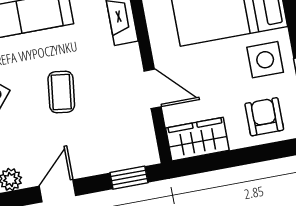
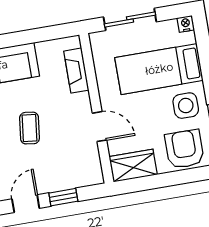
armchair: (264, 117) -> (184, 149), width x1.38, depth x1.38
window: (129, 178) -> (63, 197), moved

